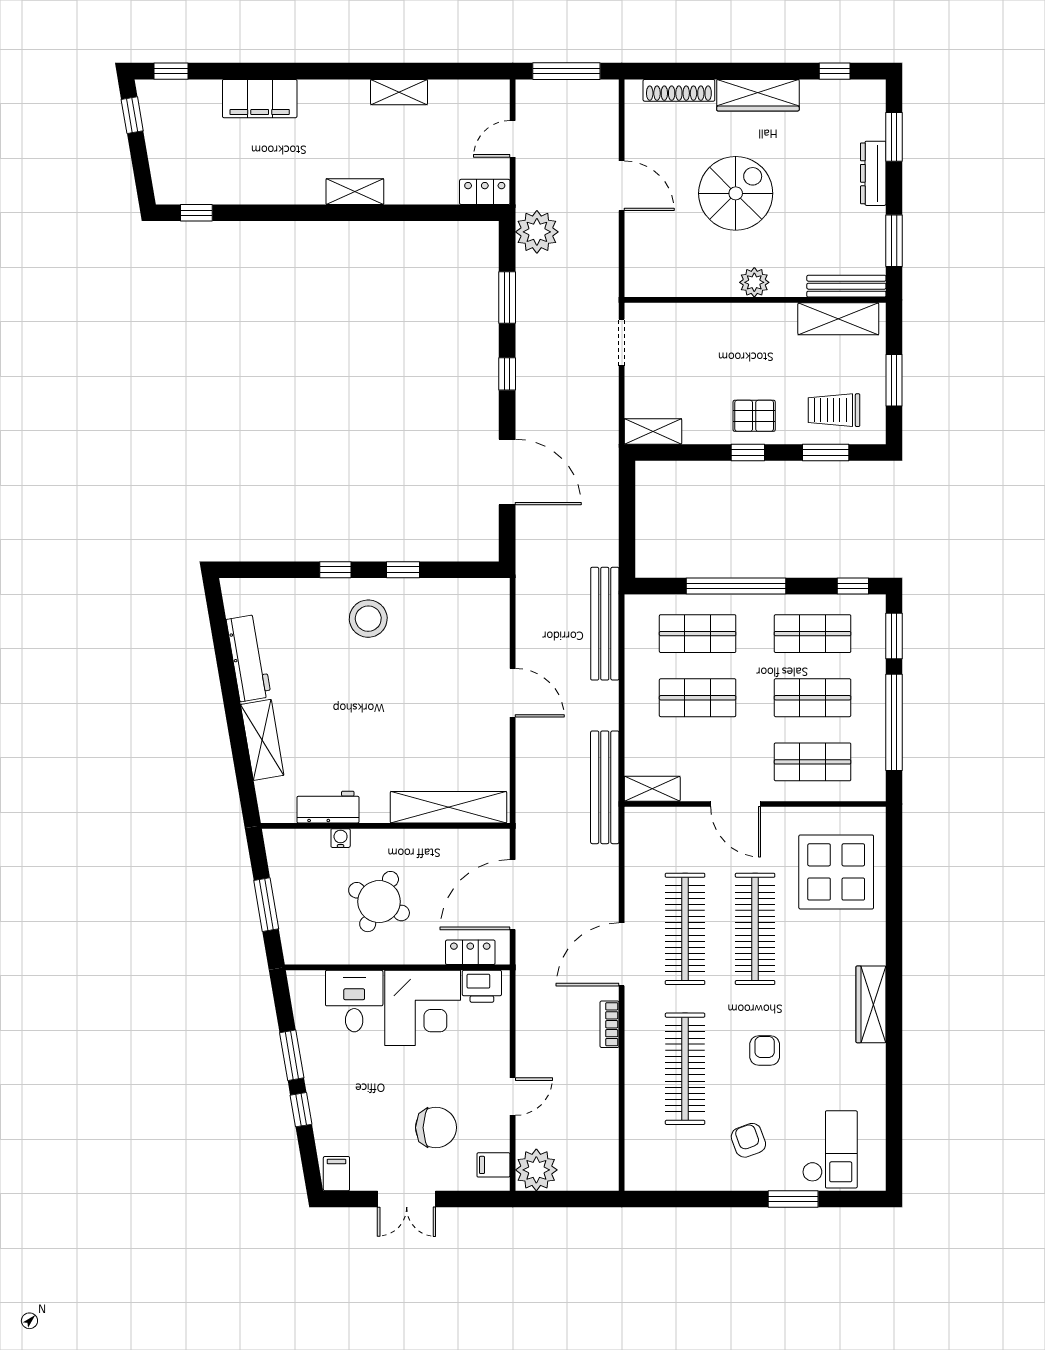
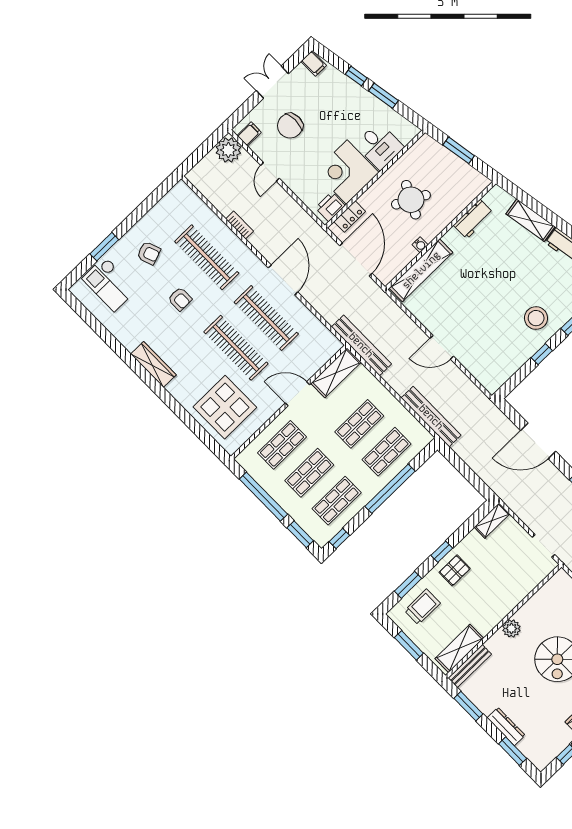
shelving: (652, 789) -> (336, 373), width x1.50, depth x1.33
water cooler: (341, 838) -> (420, 245), moved
bookcase: (610, 1024) -> (240, 225), moved

